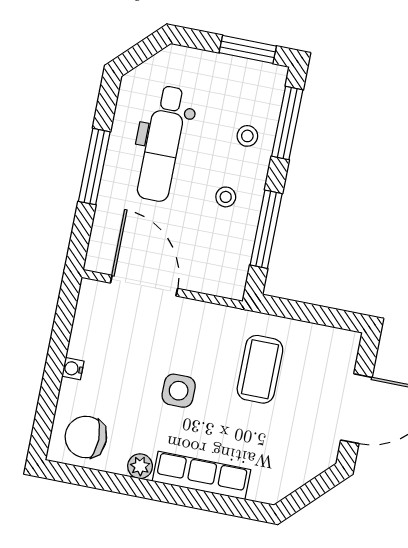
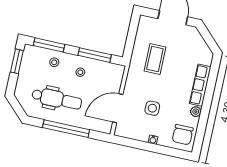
window: (94, 167) -> (66, 129), width x1.46
coffee table: (260, 369) -> (155, 59), turned 90
side table: (179, 391) -> (152, 108), moved

